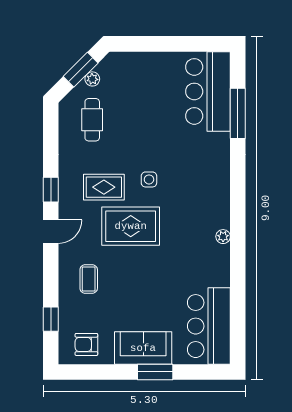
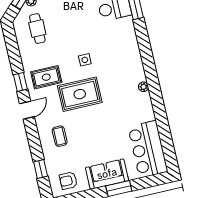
rug: (104, 187) -> (46, 77), moved

